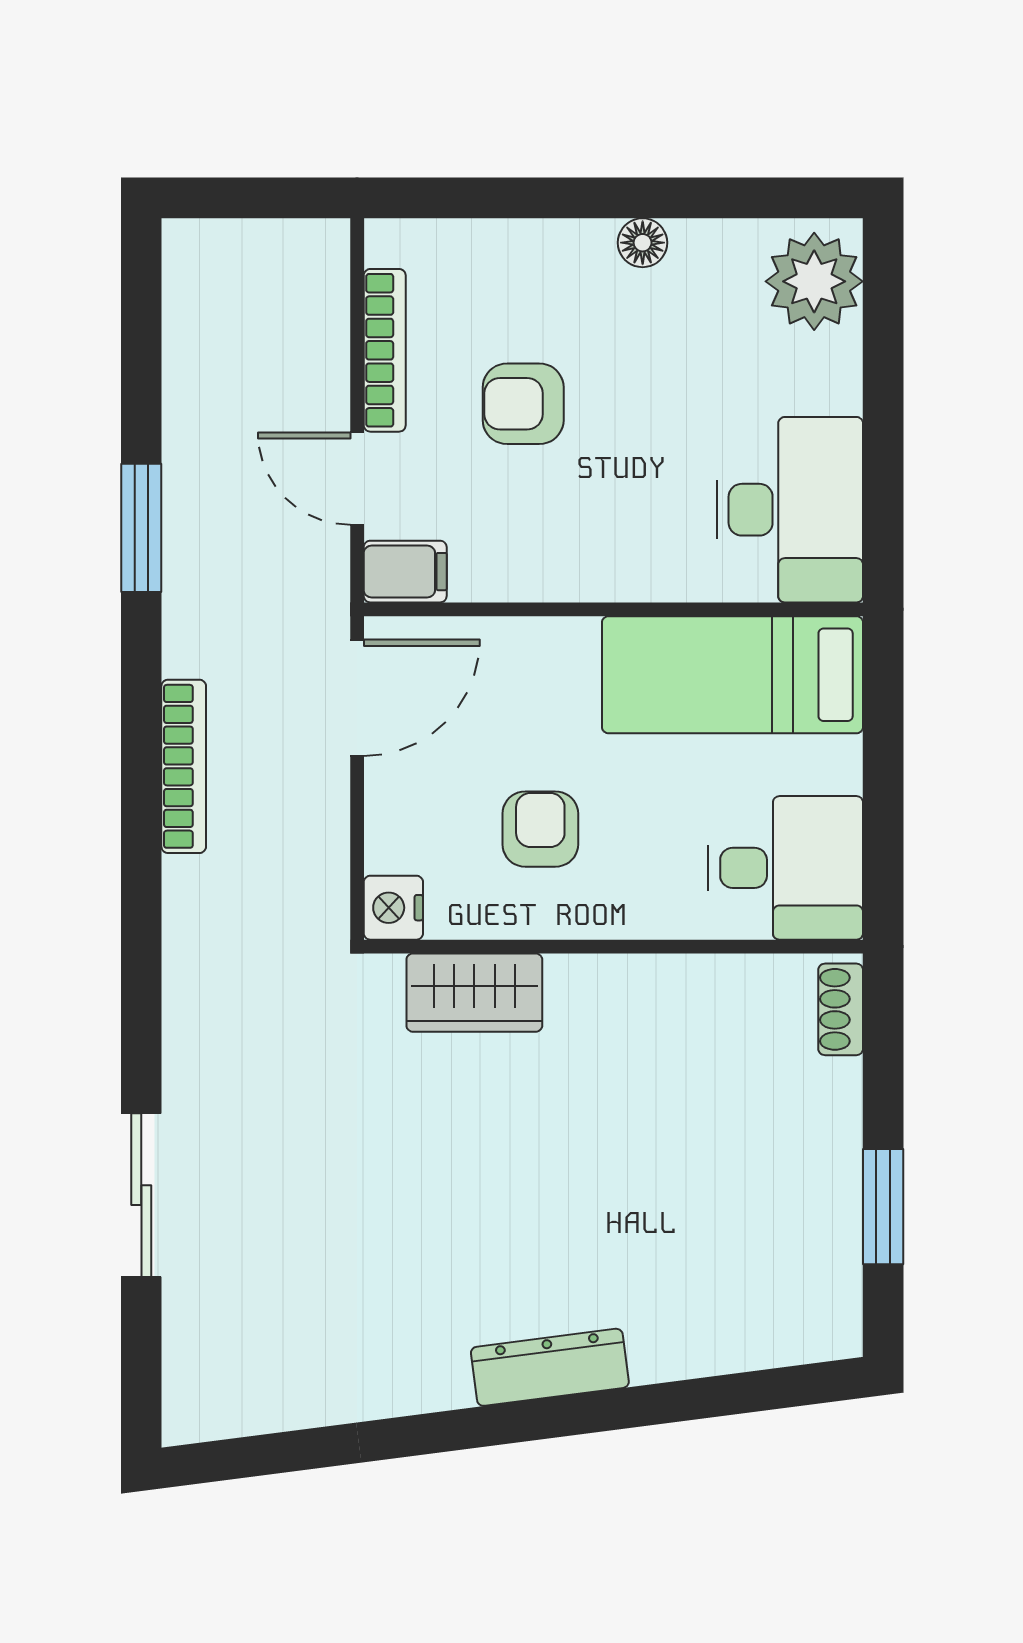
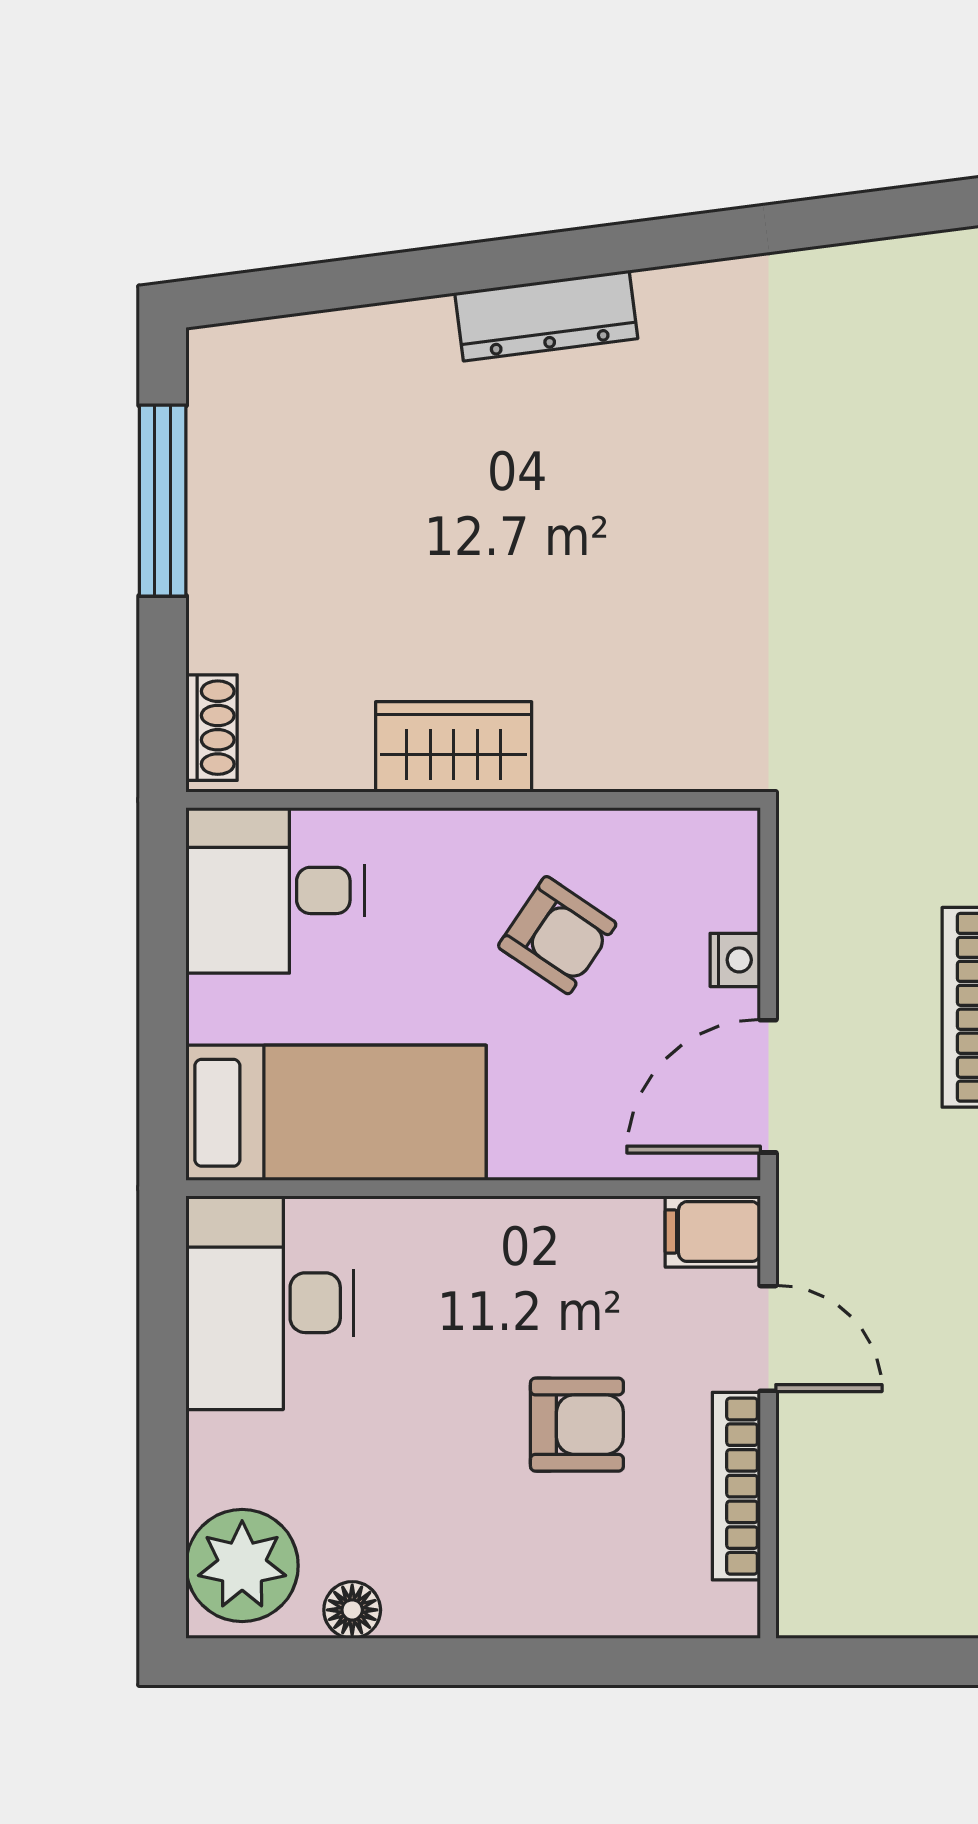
floor lamp: (643, 243) -> (352, 1610), moved
armchair: (540, 829) -> (557, 935), turned -56
nightstand: (393, 908) -> (735, 960), moved, width x0.72, depth x0.74
wardrobe: (474, 993) -> (454, 747), moved
window: (883, 1207) -> (163, 501), width x1.44

